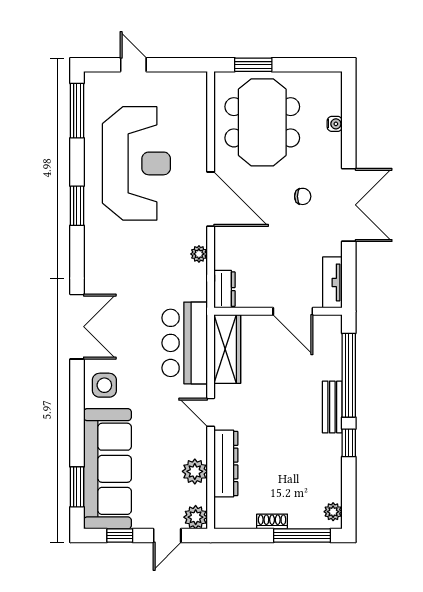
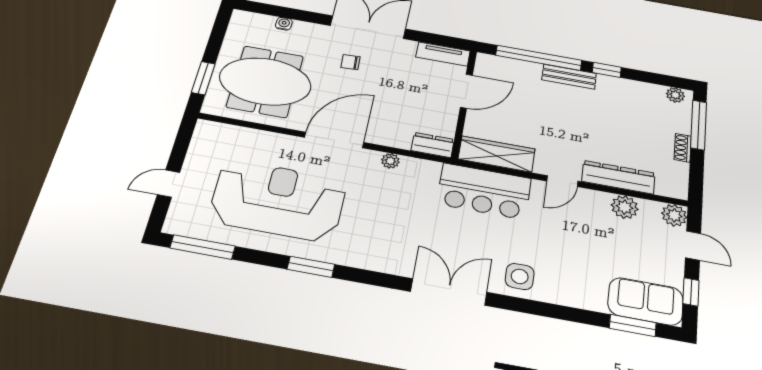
chair: (303, 196) -> (350, 62), turned -93
sofa: (107, 469) -> (646, 301), width x0.54, depth x0.79

